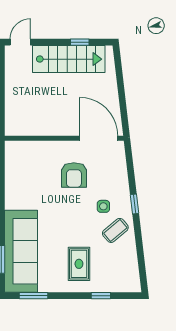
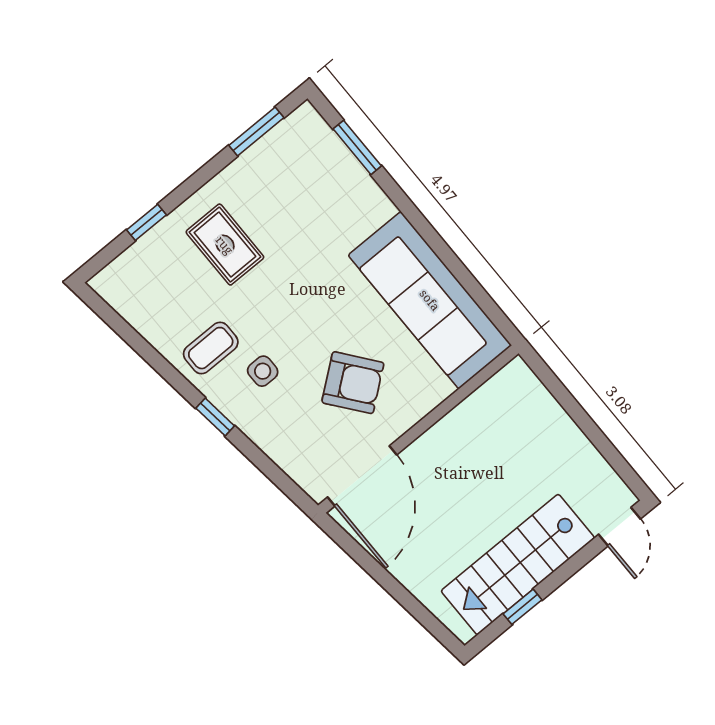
door: (99, 138) -> (362, 476), hinge flipped
armchair: (74, 175) -> (353, 383), turned 142
coffee table: (115, 230) -> (211, 348), turned 40
sofa: (21, 251) -> (430, 300), moved

